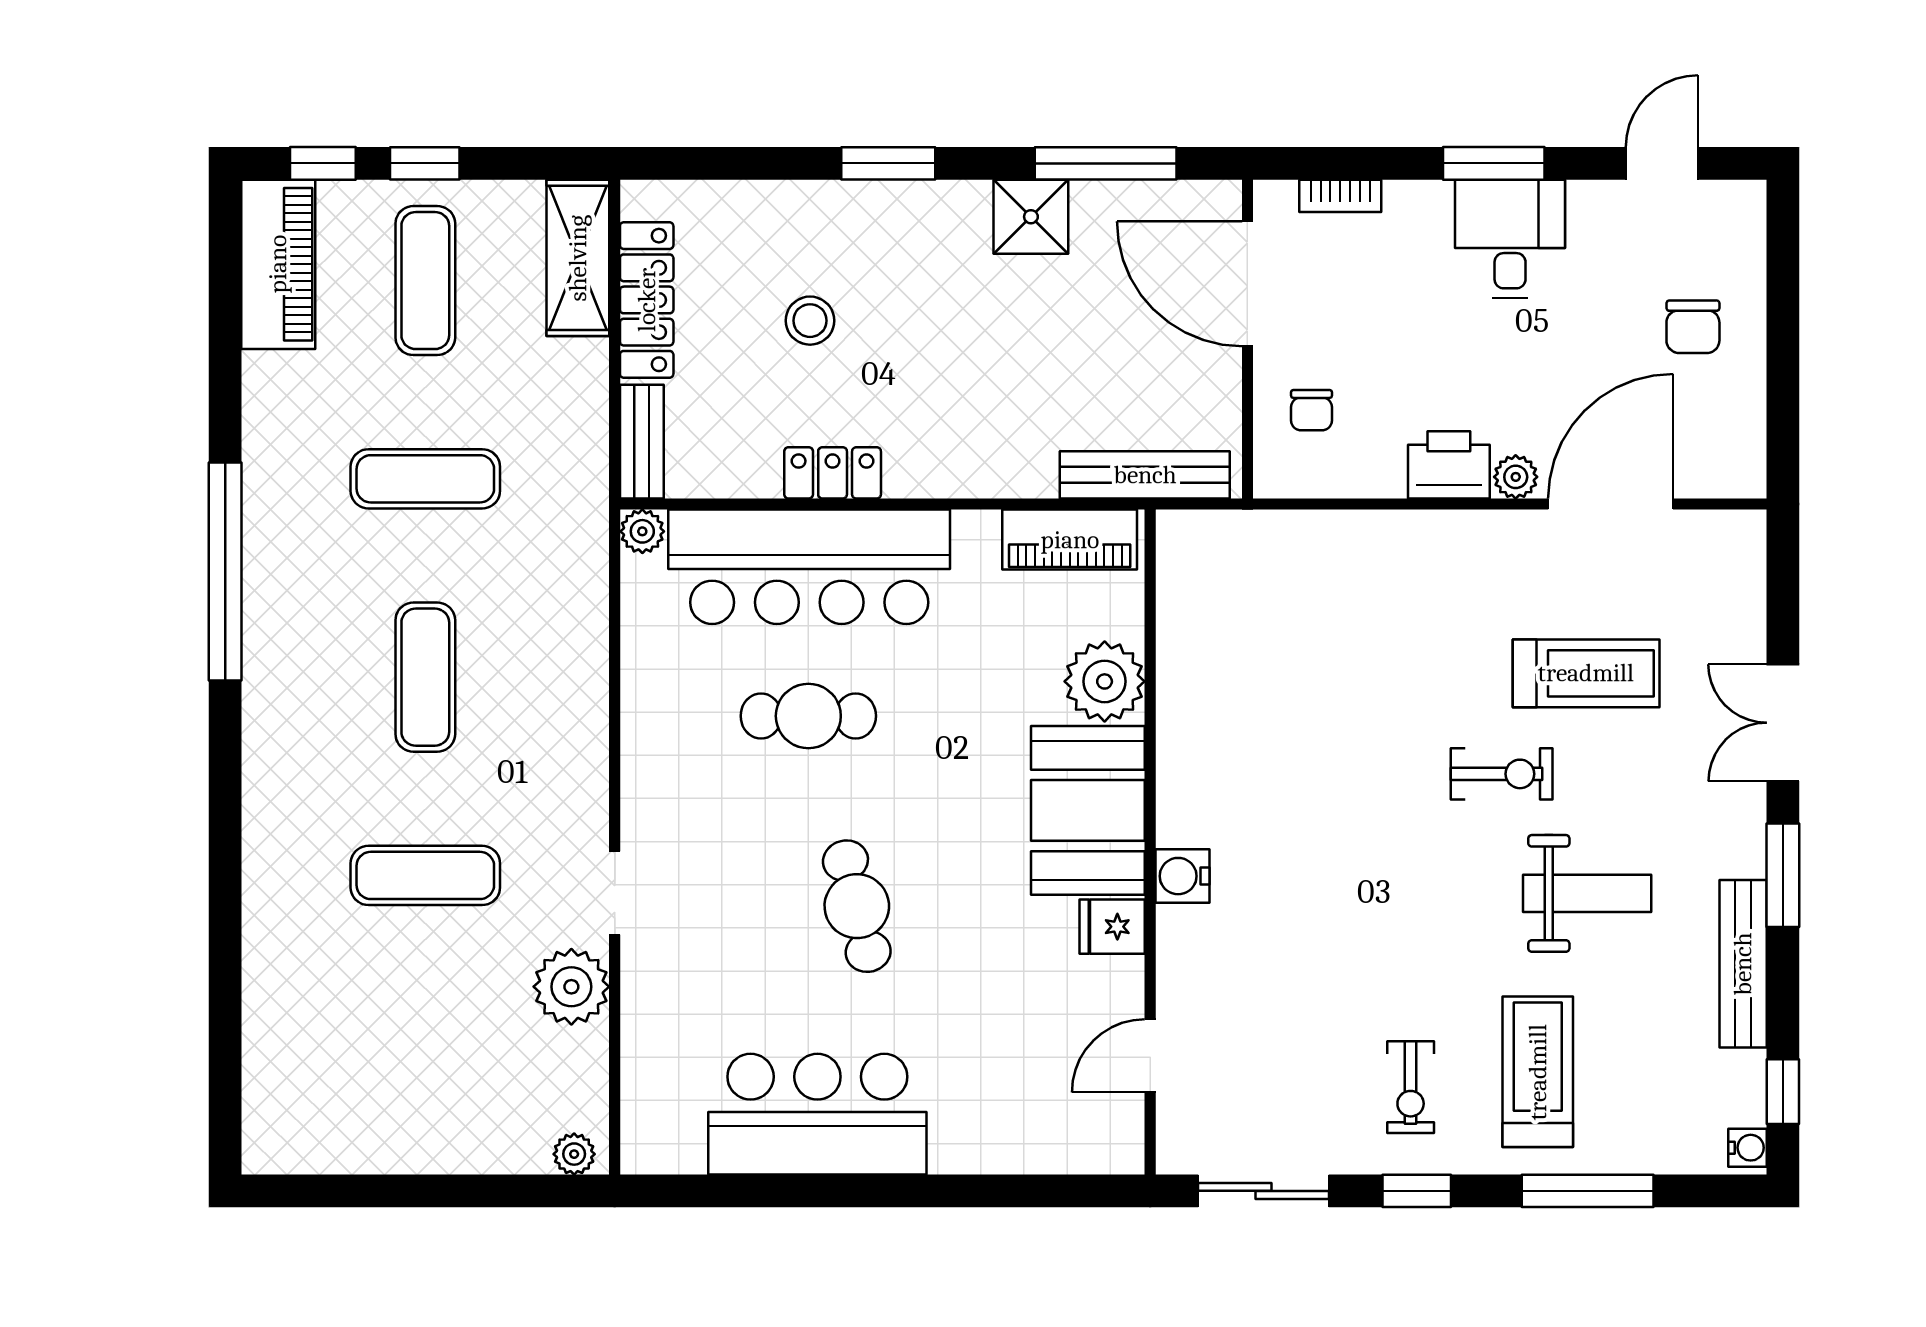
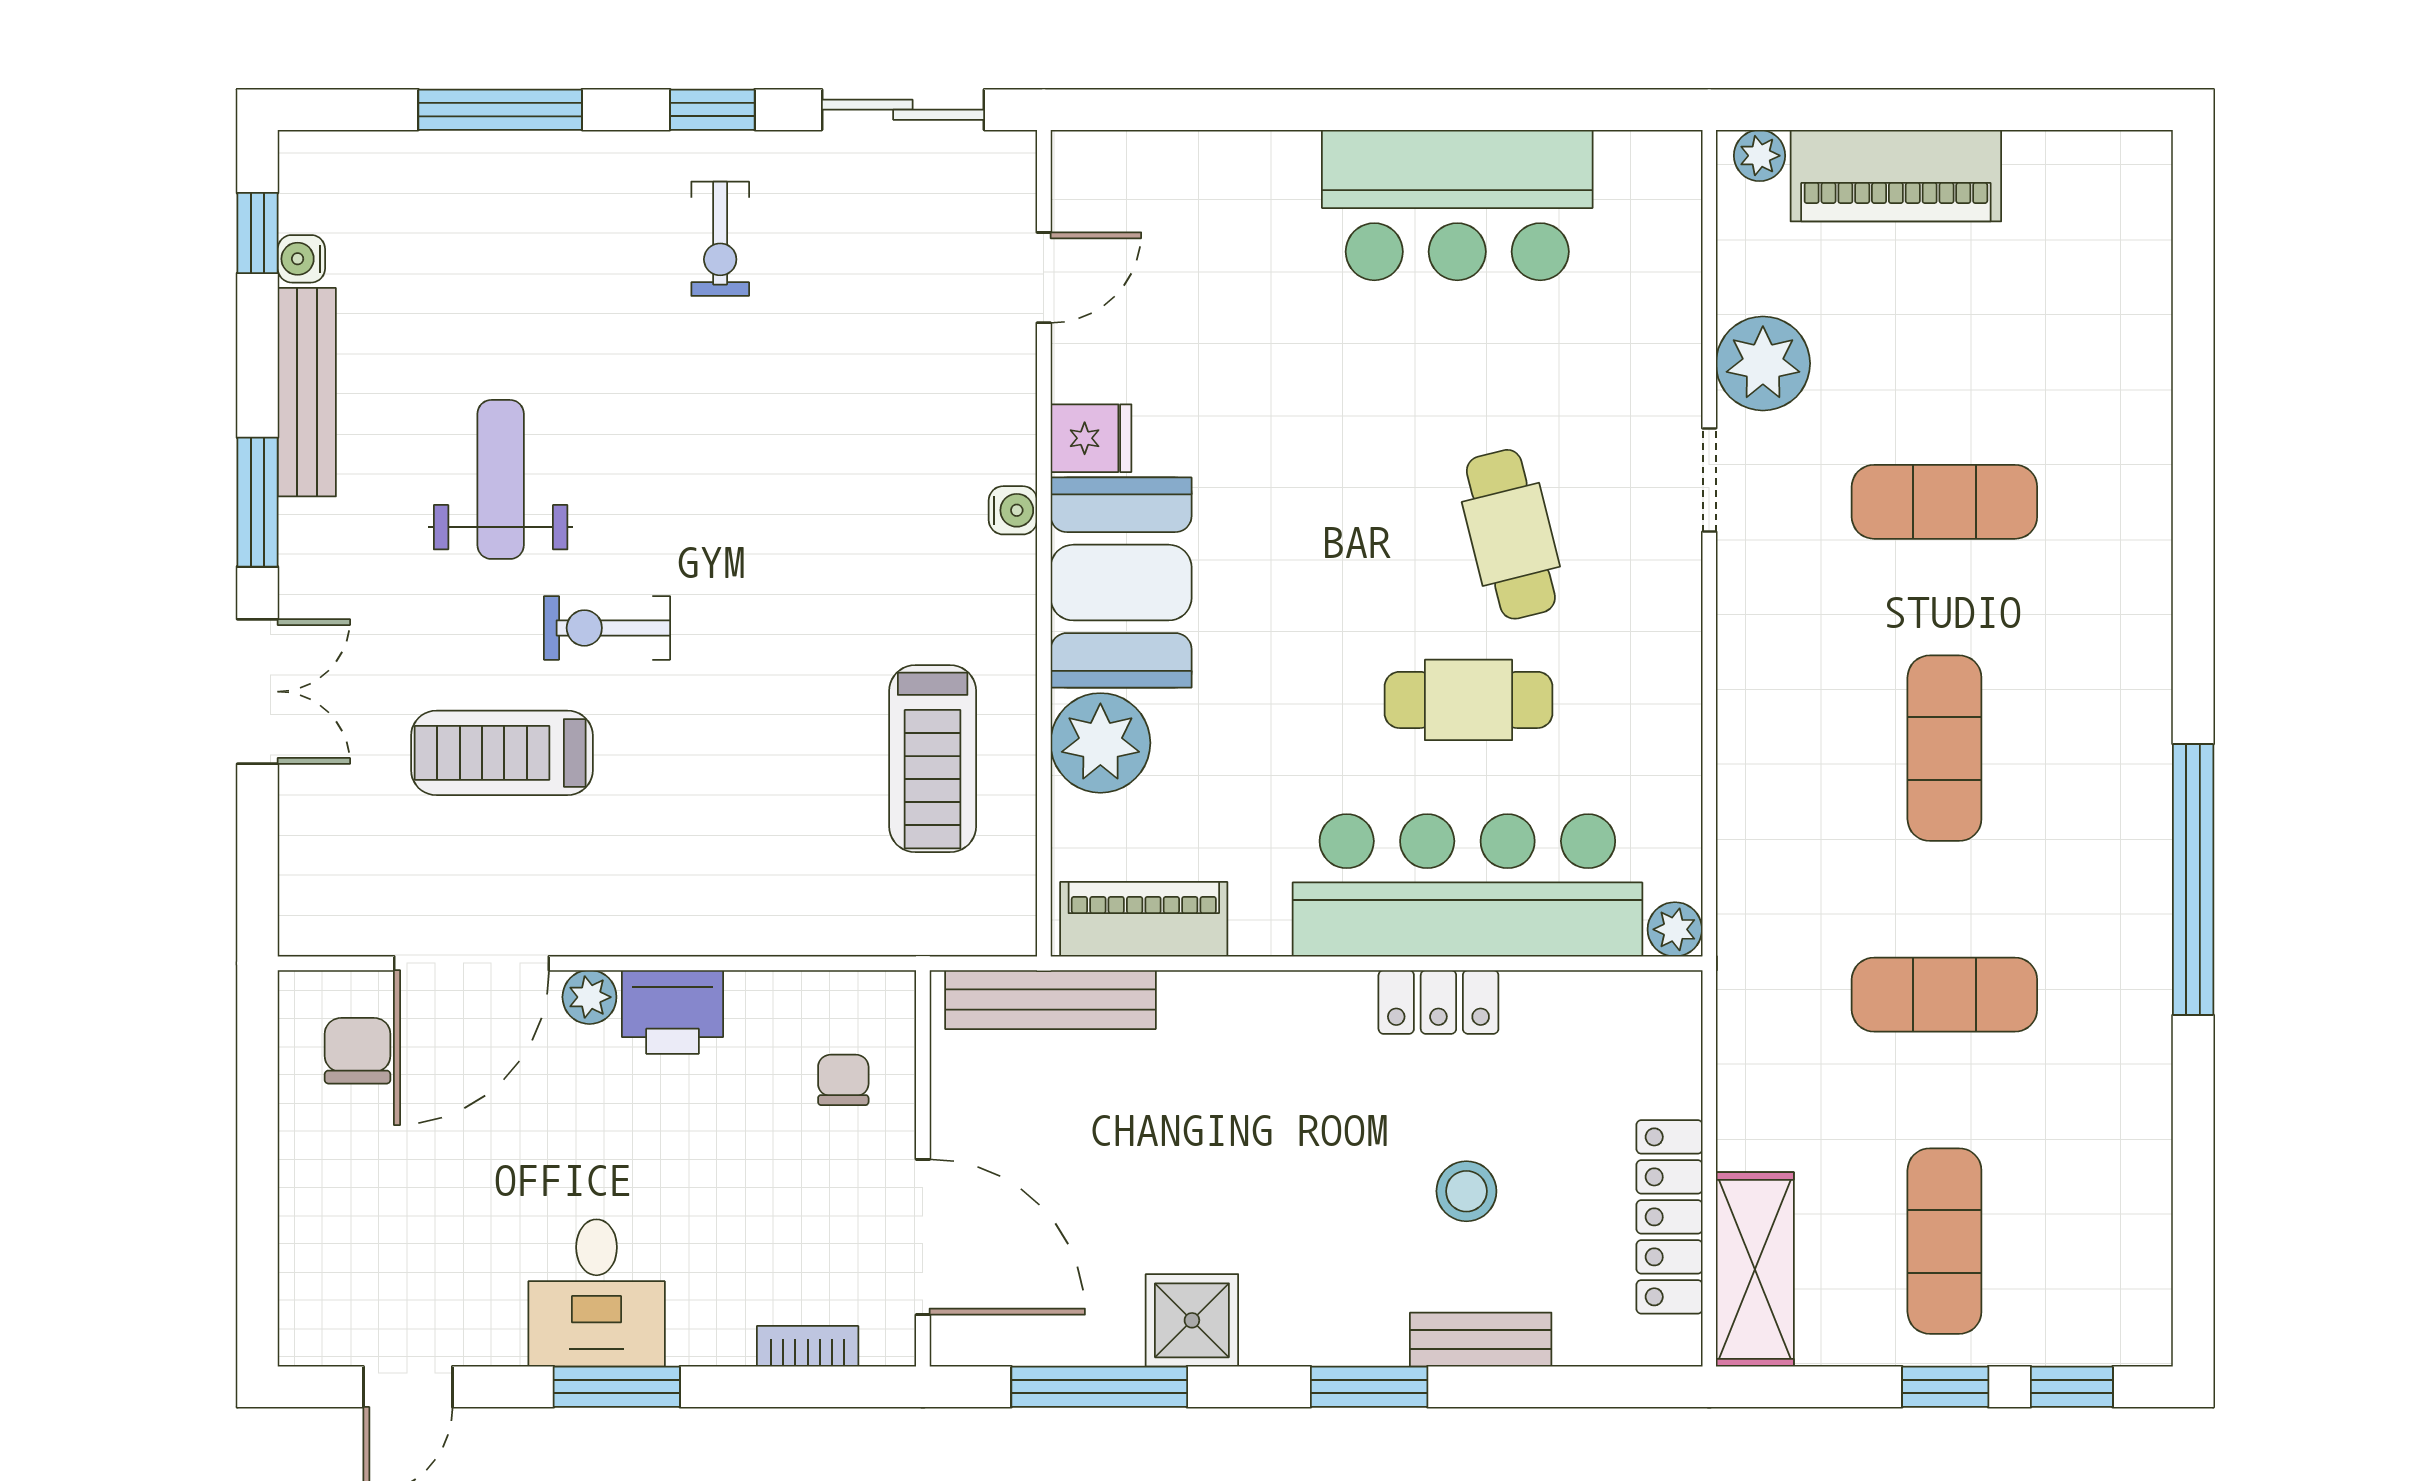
piano: (278, 264) -> (1896, 176), moved, turned -90
chair: (1693, 327) -> (358, 1051), moved
bench: (642, 442) -> (1481, 1340), moved, turned 90
water cooler: (1182, 876) -> (1013, 510), width x0.72, depth x0.72
weight bench: (1587, 893) -> (501, 479), turned 90
cafe table: (857, 906) -> (1511, 534), moved
treadmill: (1538, 1072) -> (933, 759), moved
exercise bike: (1411, 1087) -> (720, 239), turned 180
water cooler: (1748, 1148) -> (301, 259), moved

